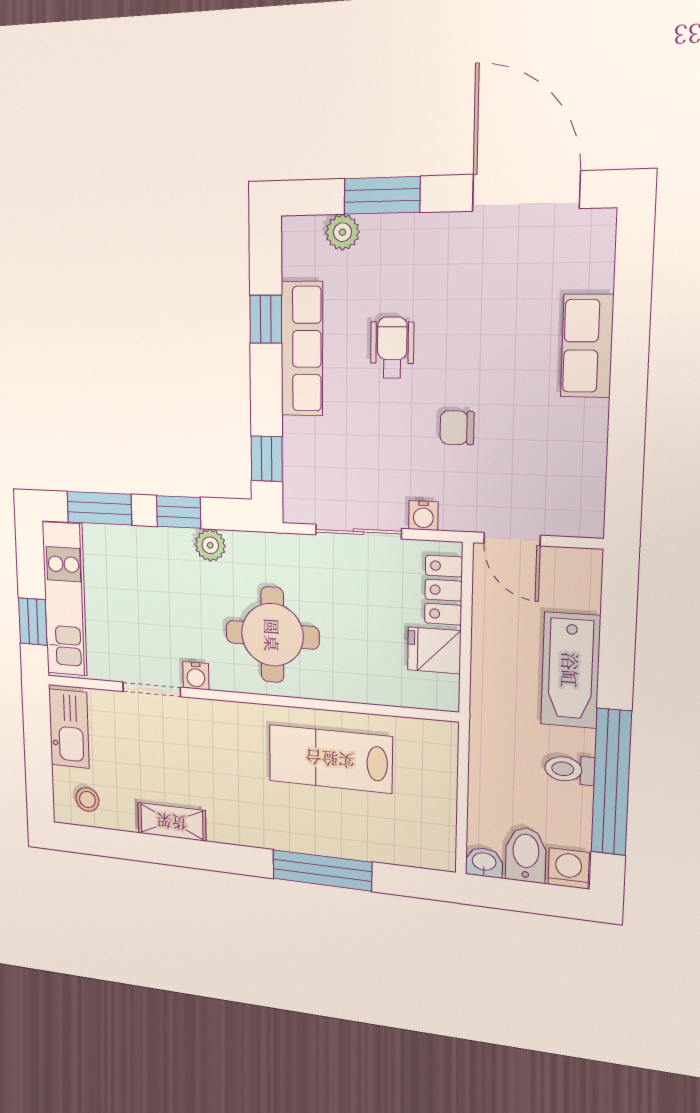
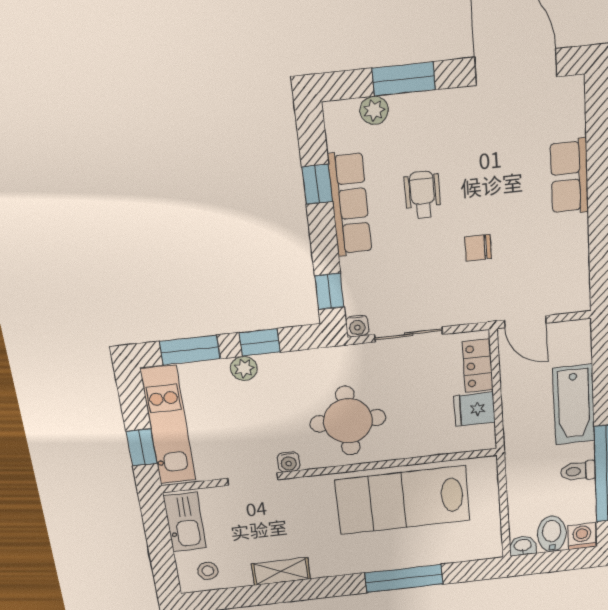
water cooler: (423, 516) -> (357, 326), moved
plant: (210, 545) -> (244, 368), moved
lab bench: (330, 759) -> (403, 500), width x1.36, depth x1.39

